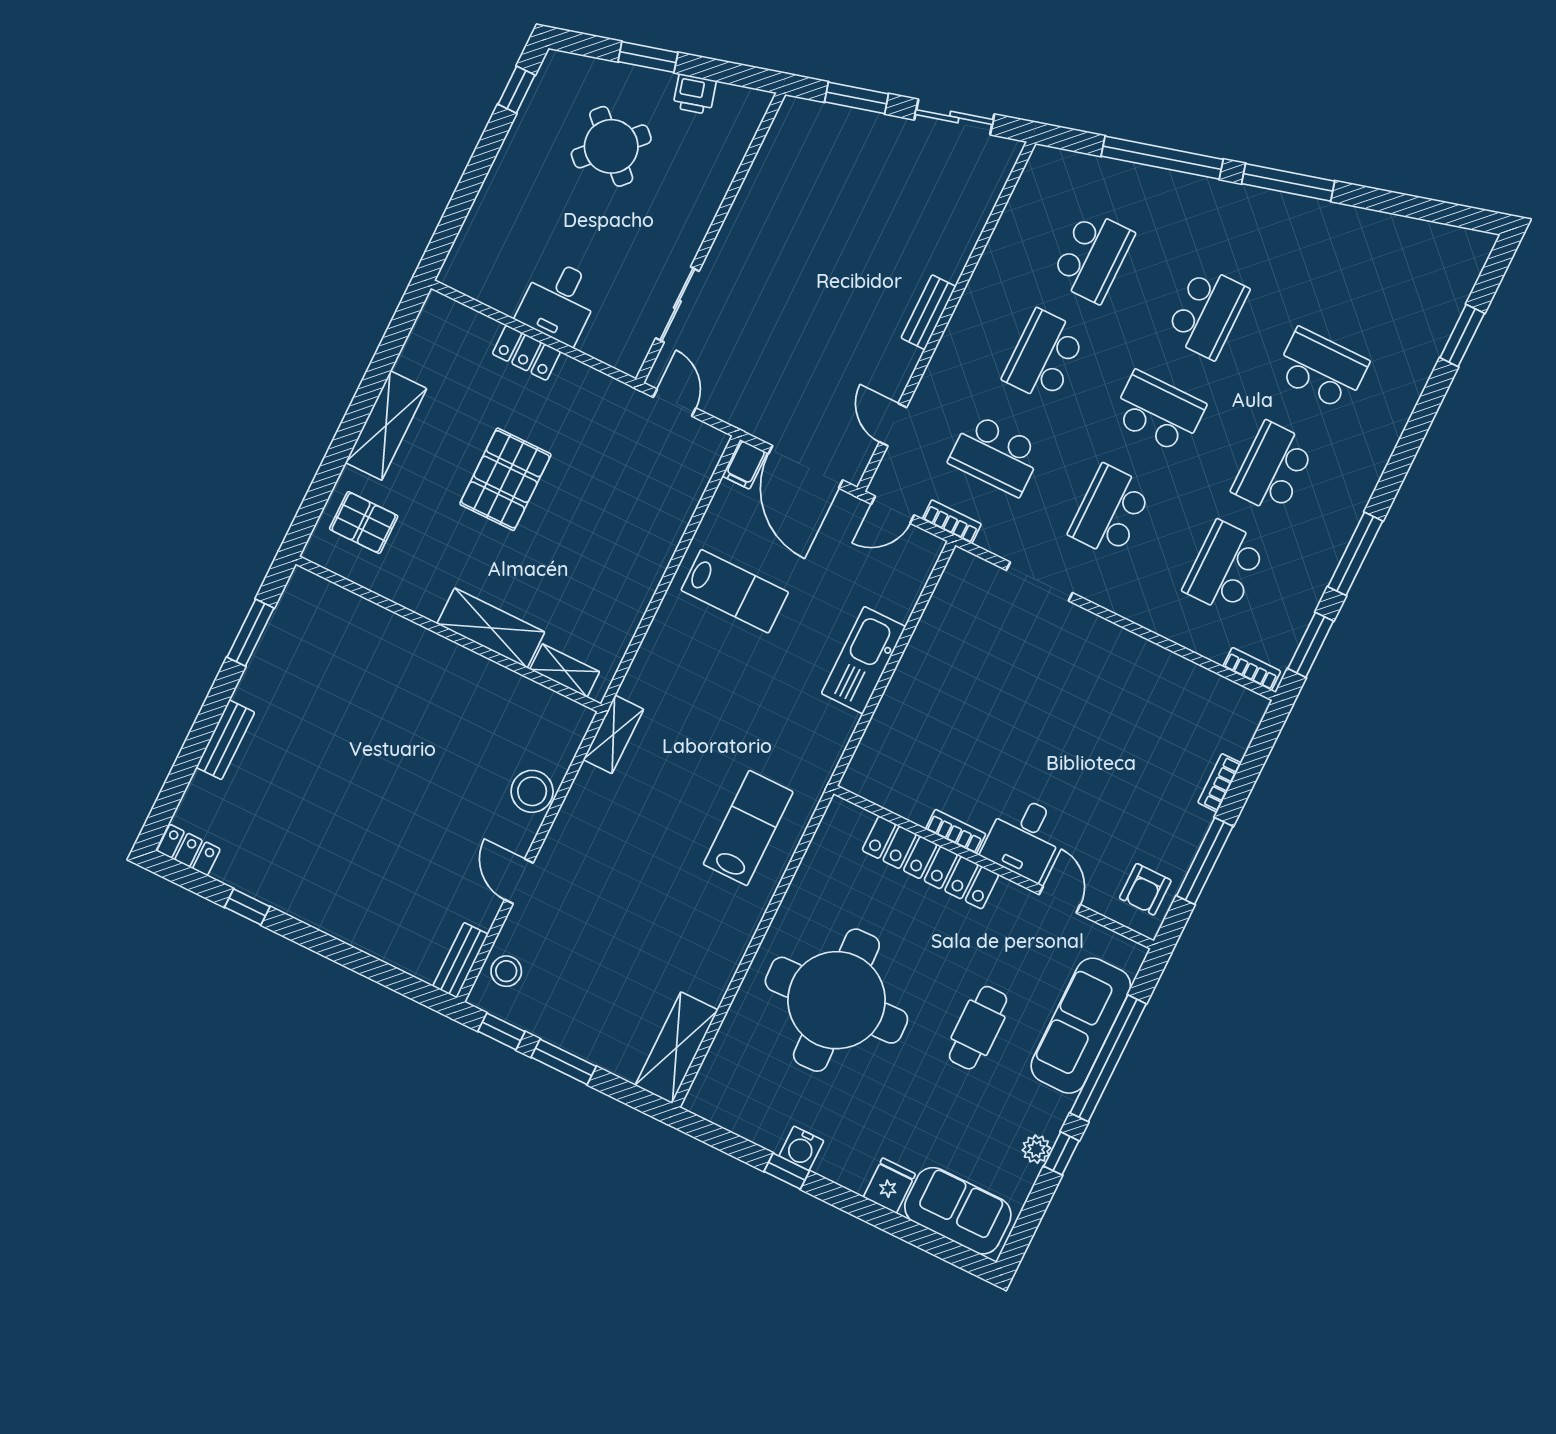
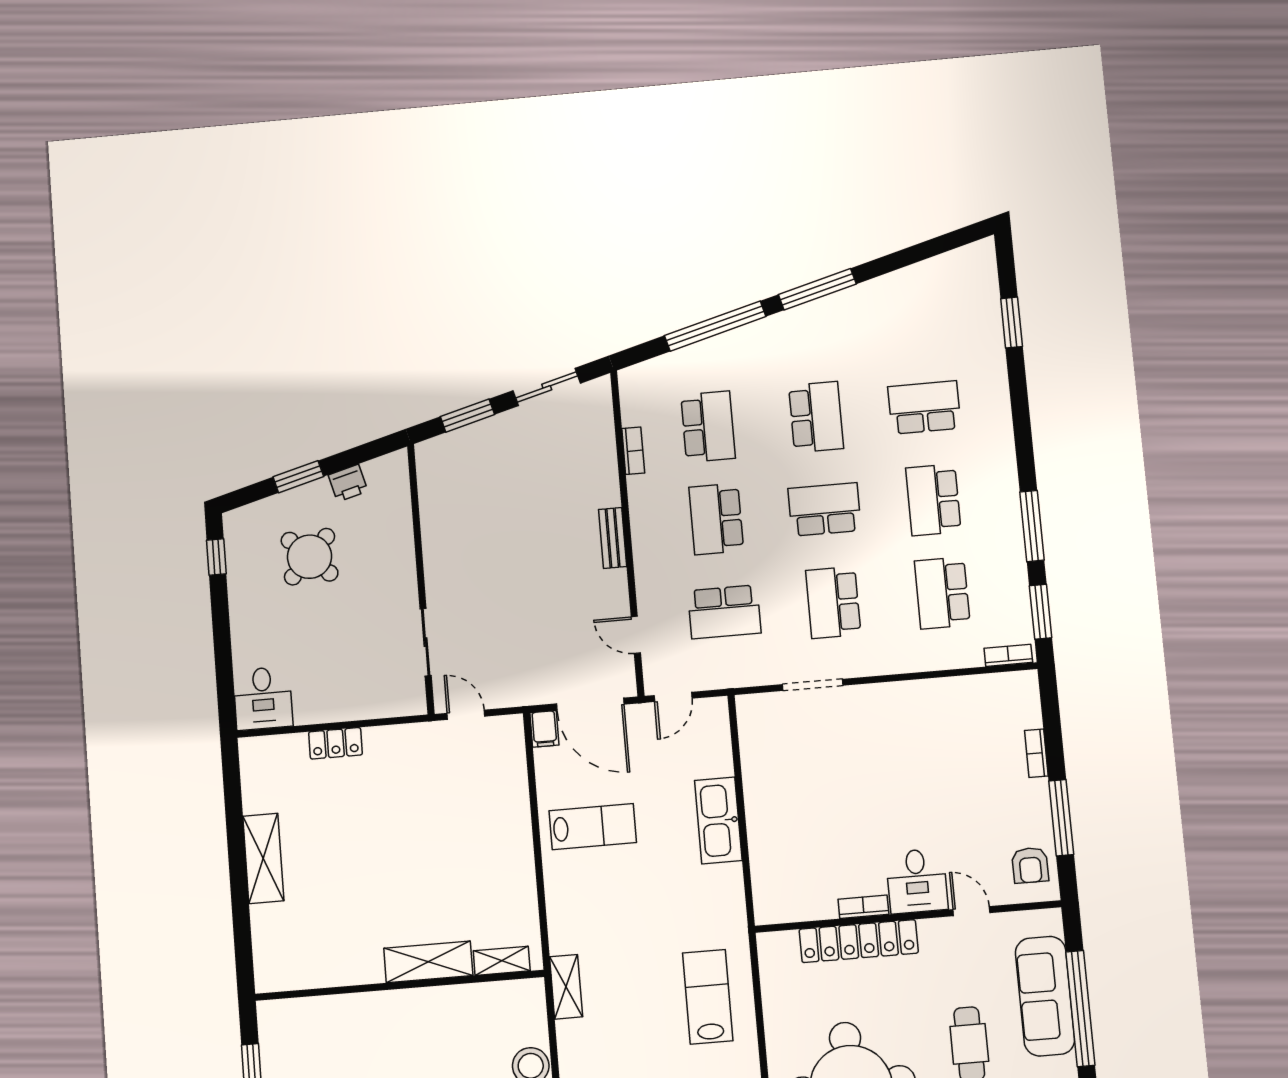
desk: (559, 302) -> (263, 698), moved
pallet: (505, 479) -> (375, 845), removed
bookcase: (952, 522) -> (633, 451), moved, turned 90
pallet: (364, 523) -> (288, 940), removed

